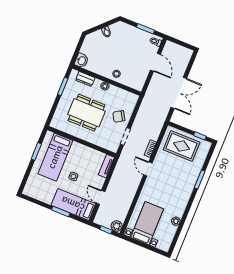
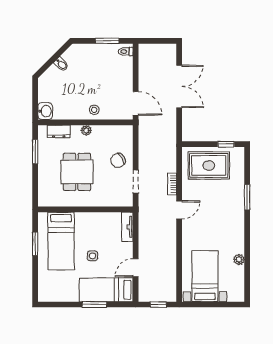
door: (155, 62) -> (136, 103), moved
double door: (179, 93) -> (179, 86), moved
dining table: (86, 113) -> (77, 172), width x0.73
door: (148, 169) -> (179, 210), swing flipped
door: (101, 197) -> (136, 268), hinge flipped
plant: (117, 226) -> (169, 295), removed

